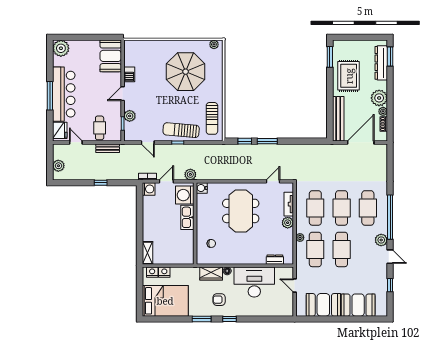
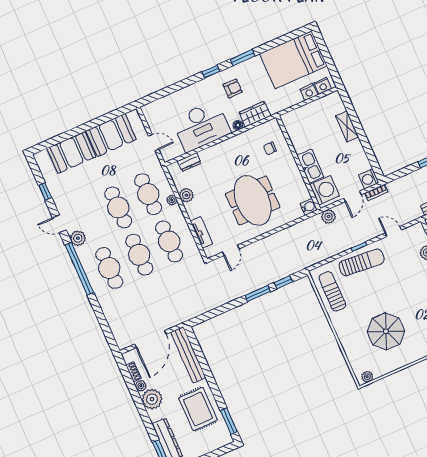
parasol: (186, 72) -> (386, 331), width x0.73, depth x0.73
plant: (288, 223) -> (186, 195), moved
shelving: (148, 253) -> (347, 126), moved

